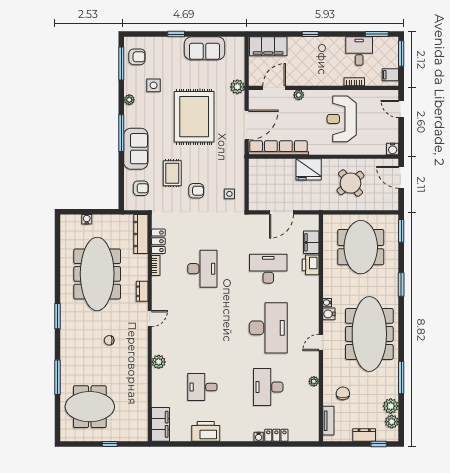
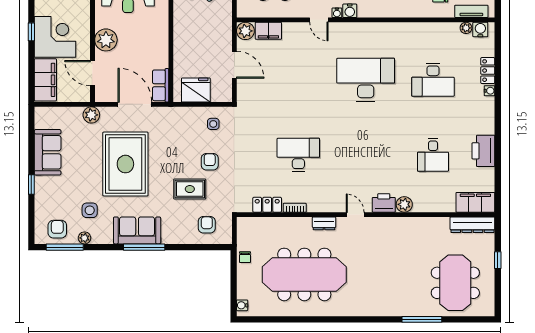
corner desk: (306, 55) -> (55, 37), added
plant: (299, 95) -> (106, 40), width x1.87, depth x1.87
plant: (129, 100) -> (85, 238), moved
rug: (194, 117) -> (125, 164), turned 90
row of seats: (278, 148) -> (161, 85), width x0.50
sofa: (136, 149) -> (137, 230), moved
fridge: (309, 169) -> (196, 90), moved, turned -90
water cooler: (87, 219) -> (242, 305), moved
plant: (311, 222) -> (245, 31), added
dresser: (141, 234) -> (472, 225), moved
printer: (311, 265) -> (384, 203), moved, turned 180
desk: (268, 269) -> (298, 80), removed
window: (58, 316) -> (352, 319), removed
chair: (109, 340) -> (245, 257), moved
door: (321, 343) -> (319, 20), moved
plant: (314, 381) -> (466, 28), moved
water cooler: (312, 429) -> (480, 30), added

